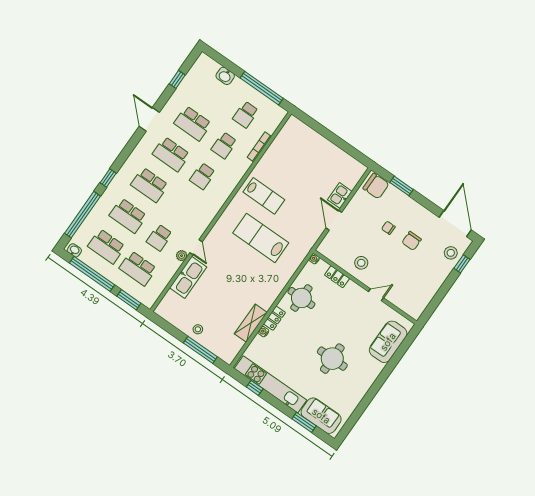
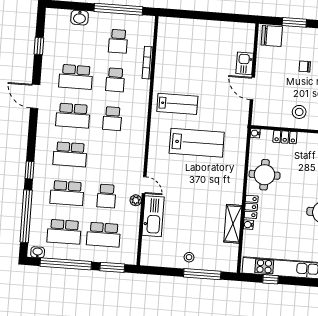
lab bench: (261, 238) -> (197, 143), turned 180

